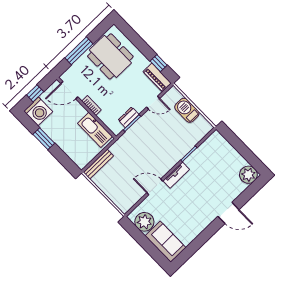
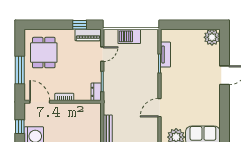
dining table: (110, 56) -> (44, 53), width x0.73
door: (69, 90) -> (40, 102), swing flipped
dresser: (129, 117) -> (96, 92), moved
kitchen sink: (95, 130) -> (83, 110), removed
tv unit: (176, 175) -> (165, 55), moved

